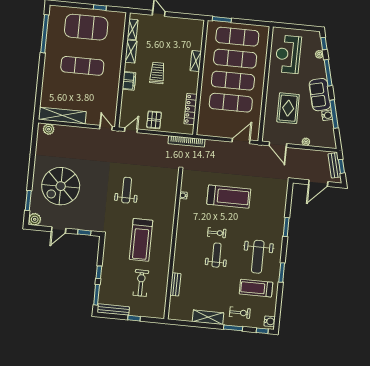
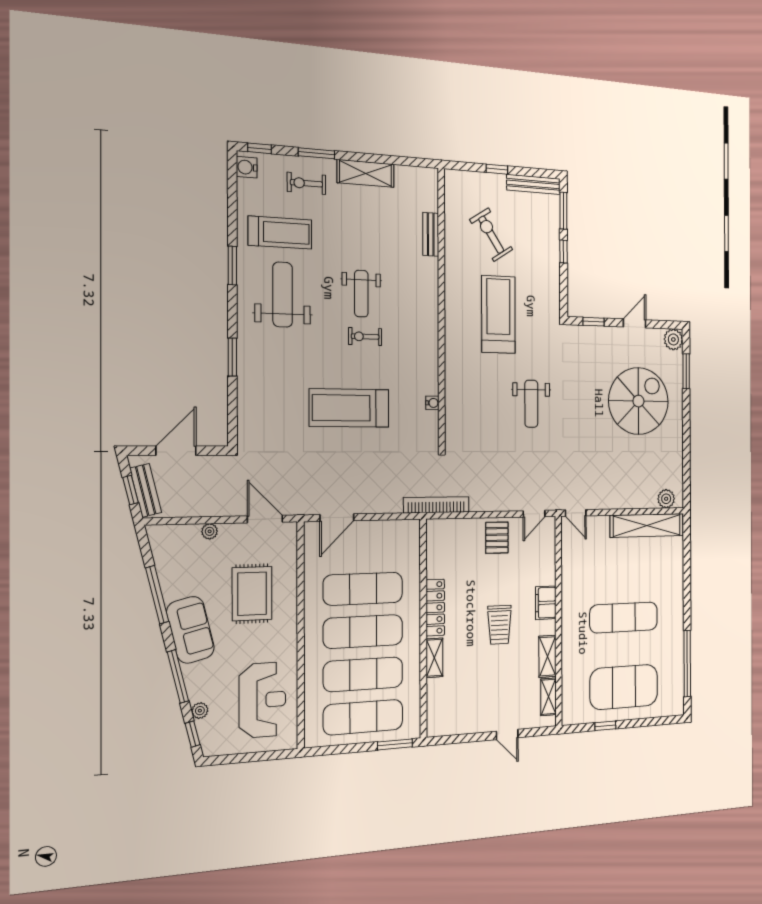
locker: (190, 109) -> (435, 608), moved
water cooler: (327, 115) -> (171, 590), removed
exercise bike: (141, 283) -> (491, 235), turned 147

